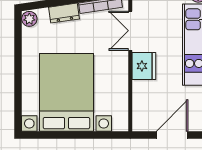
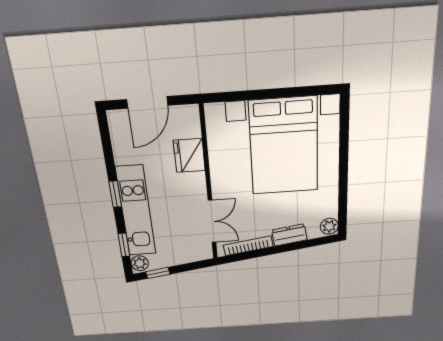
fridge: (144, 66) -> (189, 156), moved

